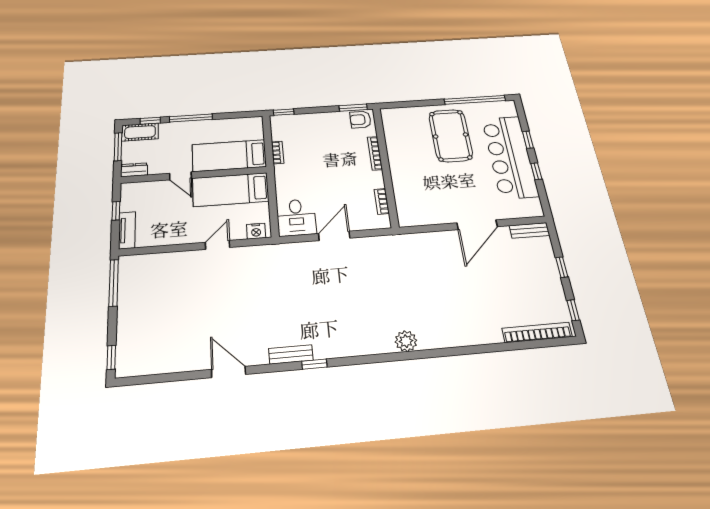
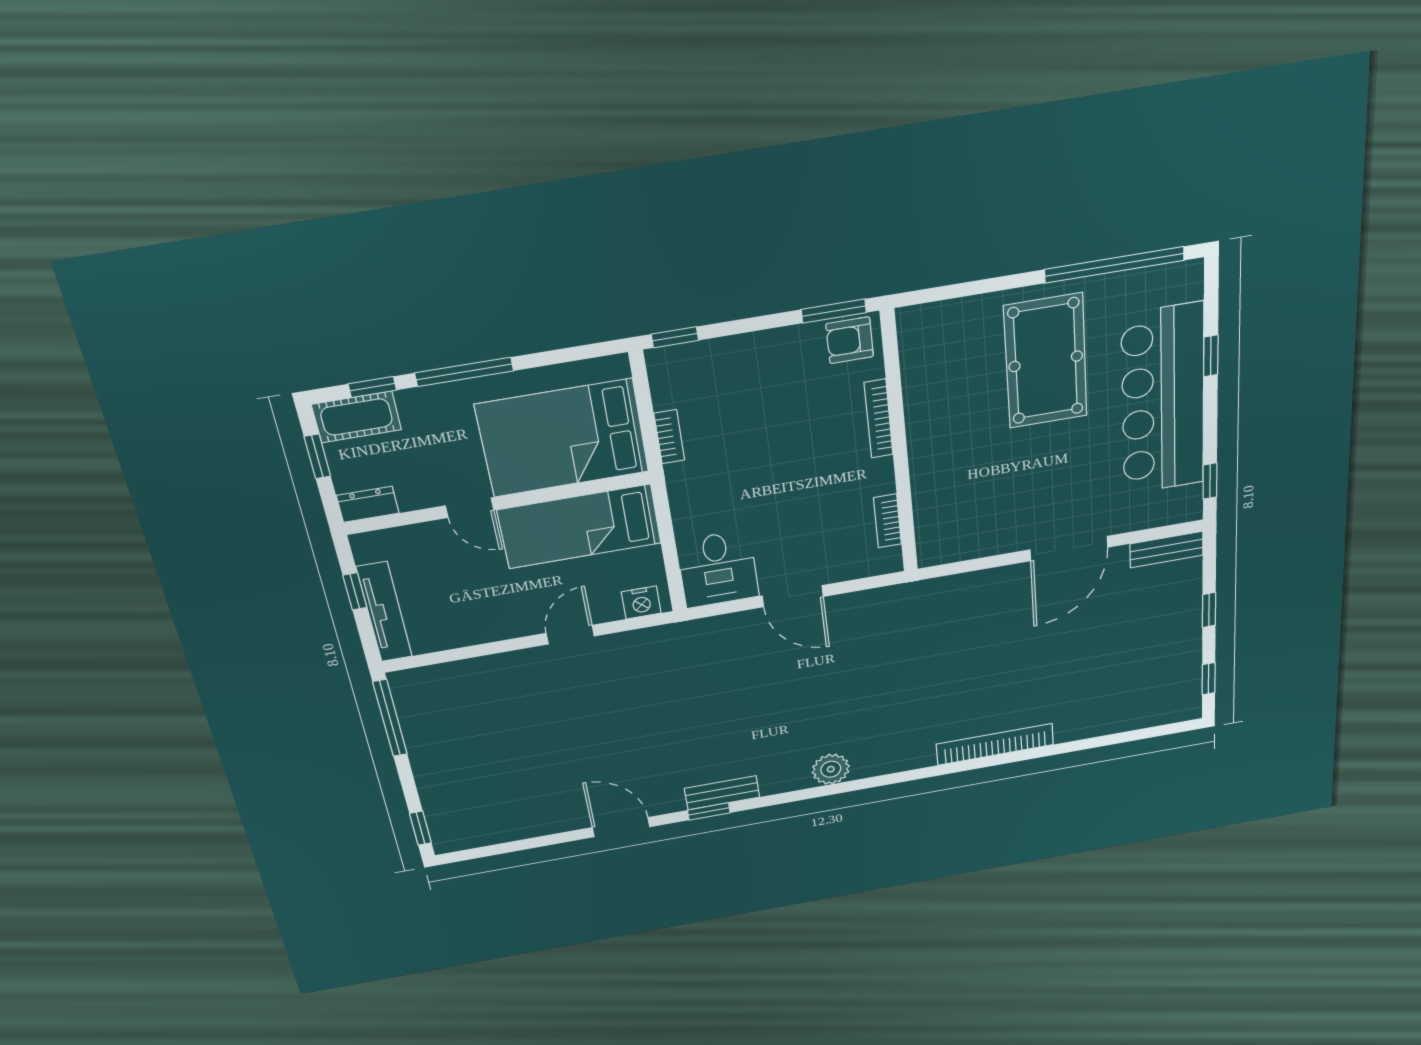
window: (118, 147) -> (317, 456), width x0.67
bed: (229, 156) -> (562, 438), width x1.50
window: (536, 171) -> (1210, 481), moved
tv unit: (127, 230) -> (384, 612), width x1.41
door: (334, 236) -> (793, 596), swing flipped
bookcase: (537, 332) -> (995, 744), moved
plant: (406, 341) -> (831, 769), moved
window: (314, 364) -> (709, 811), moved

